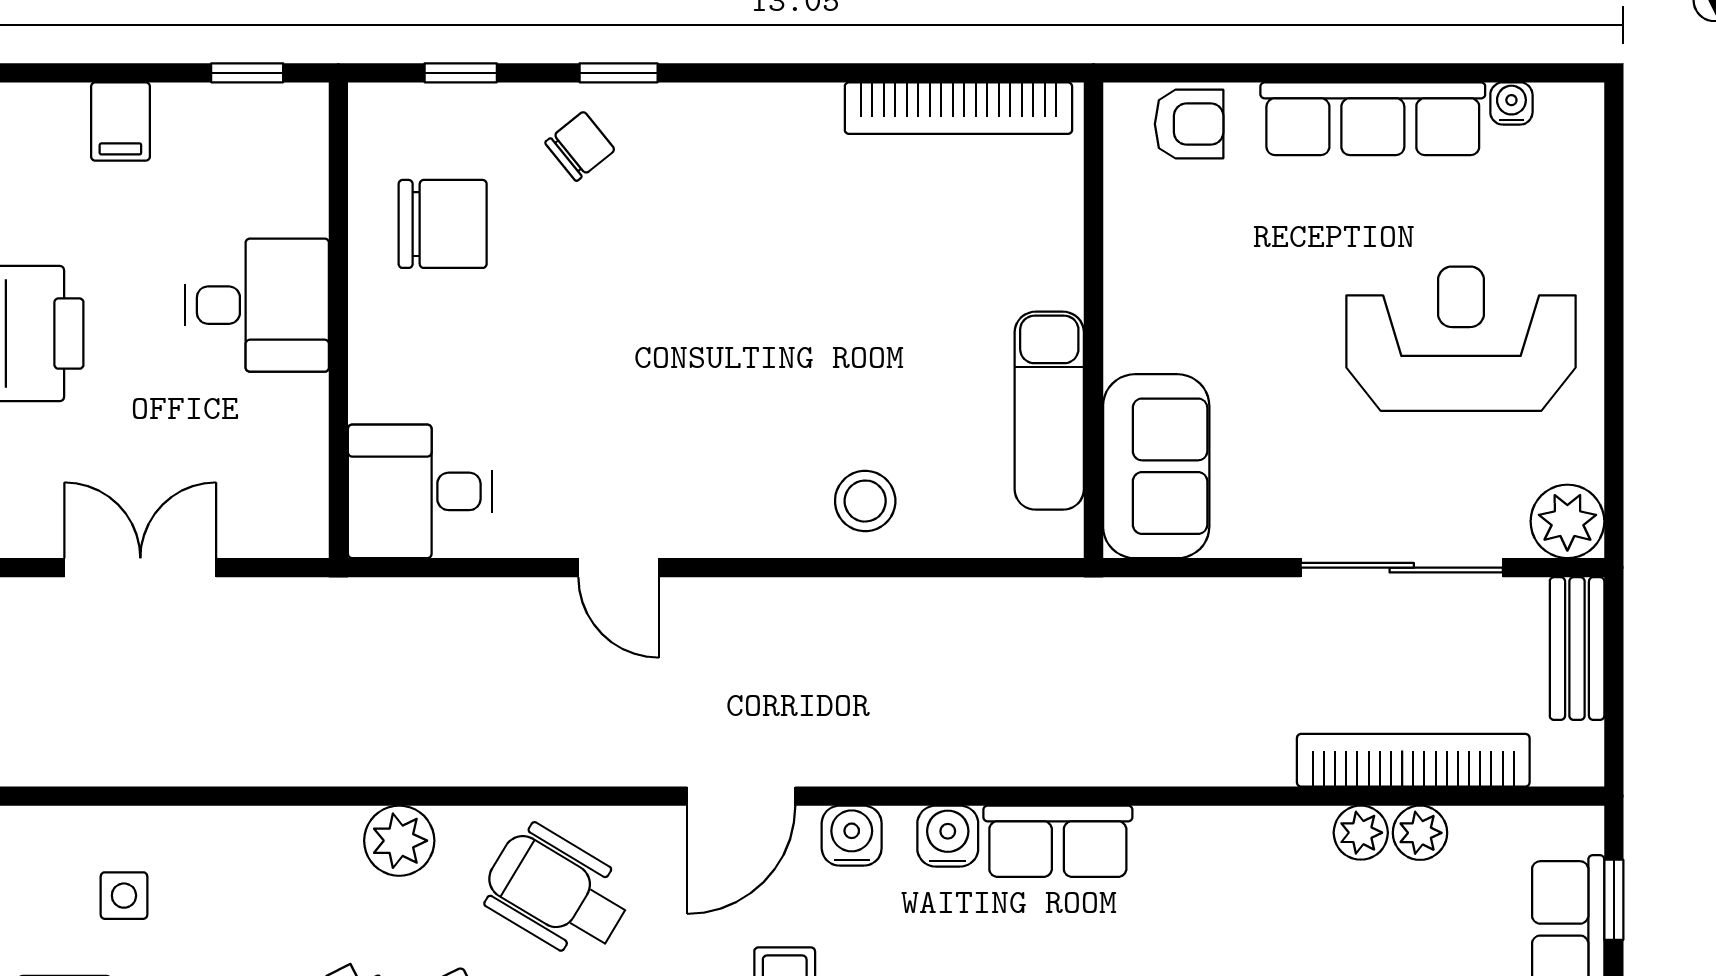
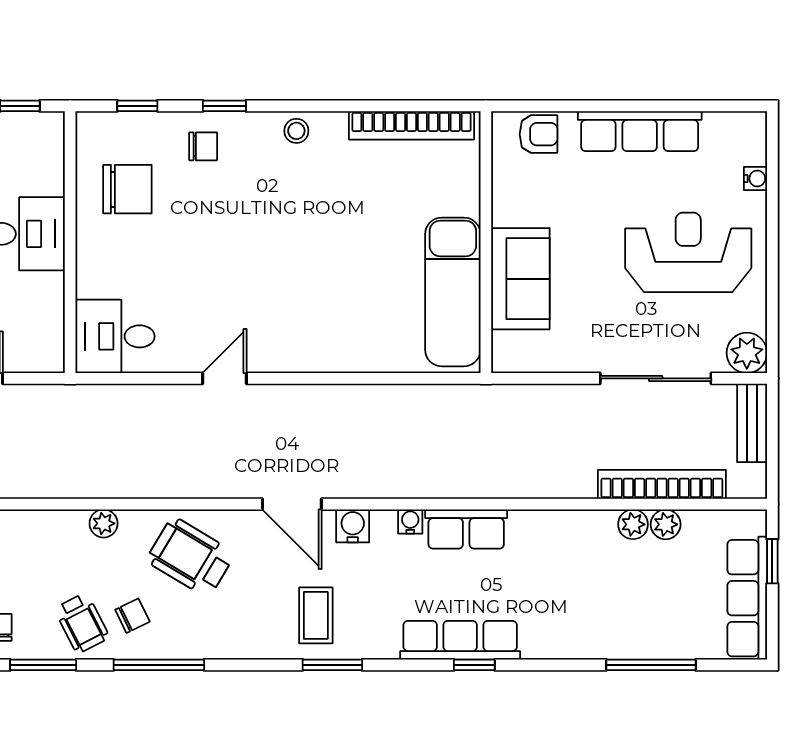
water cooler: (1511, 103) -> (755, 179), moved, turned 90
chair: (580, 146) -> (203, 146), turned 39
exam couch: (1049, 411) -> (453, 292), width x1.36, depth x1.45
sofa: (1156, 466) -> (520, 279), moved
stool: (865, 501) -> (296, 131), moved, width x0.73, depth x0.73
door: (619, 568) -> (224, 378), swing flipped
door: (741, 796) -> (292, 504), hinge flipped
water cooler: (948, 836) -> (410, 522), width x0.72, depth x0.72
plant: (399, 841) -> (104, 523), width x0.73, depth x0.73

